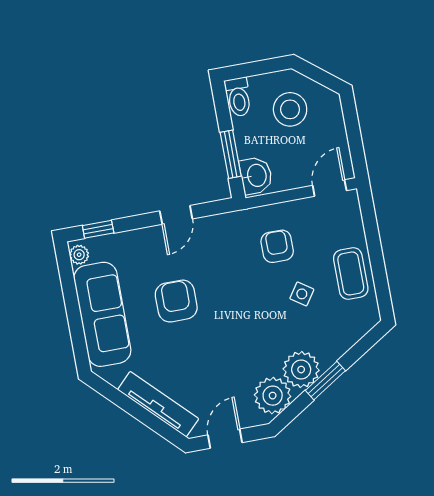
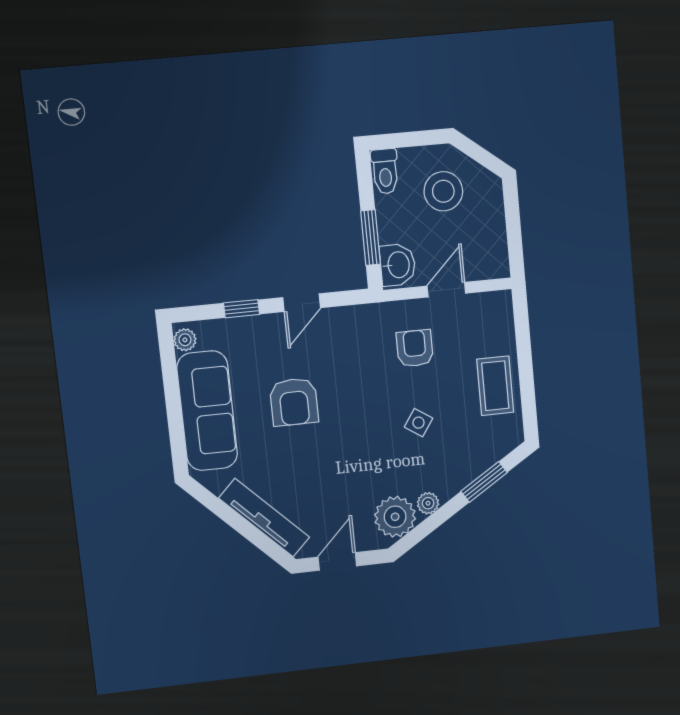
door: (330, 188) -> (446, 290), moved
window: (98, 229) -> (241, 309), moved
side table: (302, 294) -> (419, 423), moved
armchair: (176, 301) -> (294, 402), turned 180
plant: (301, 370) -> (428, 503), width x0.53, depth x0.53
window: (325, 381) -> (484, 482), moved

